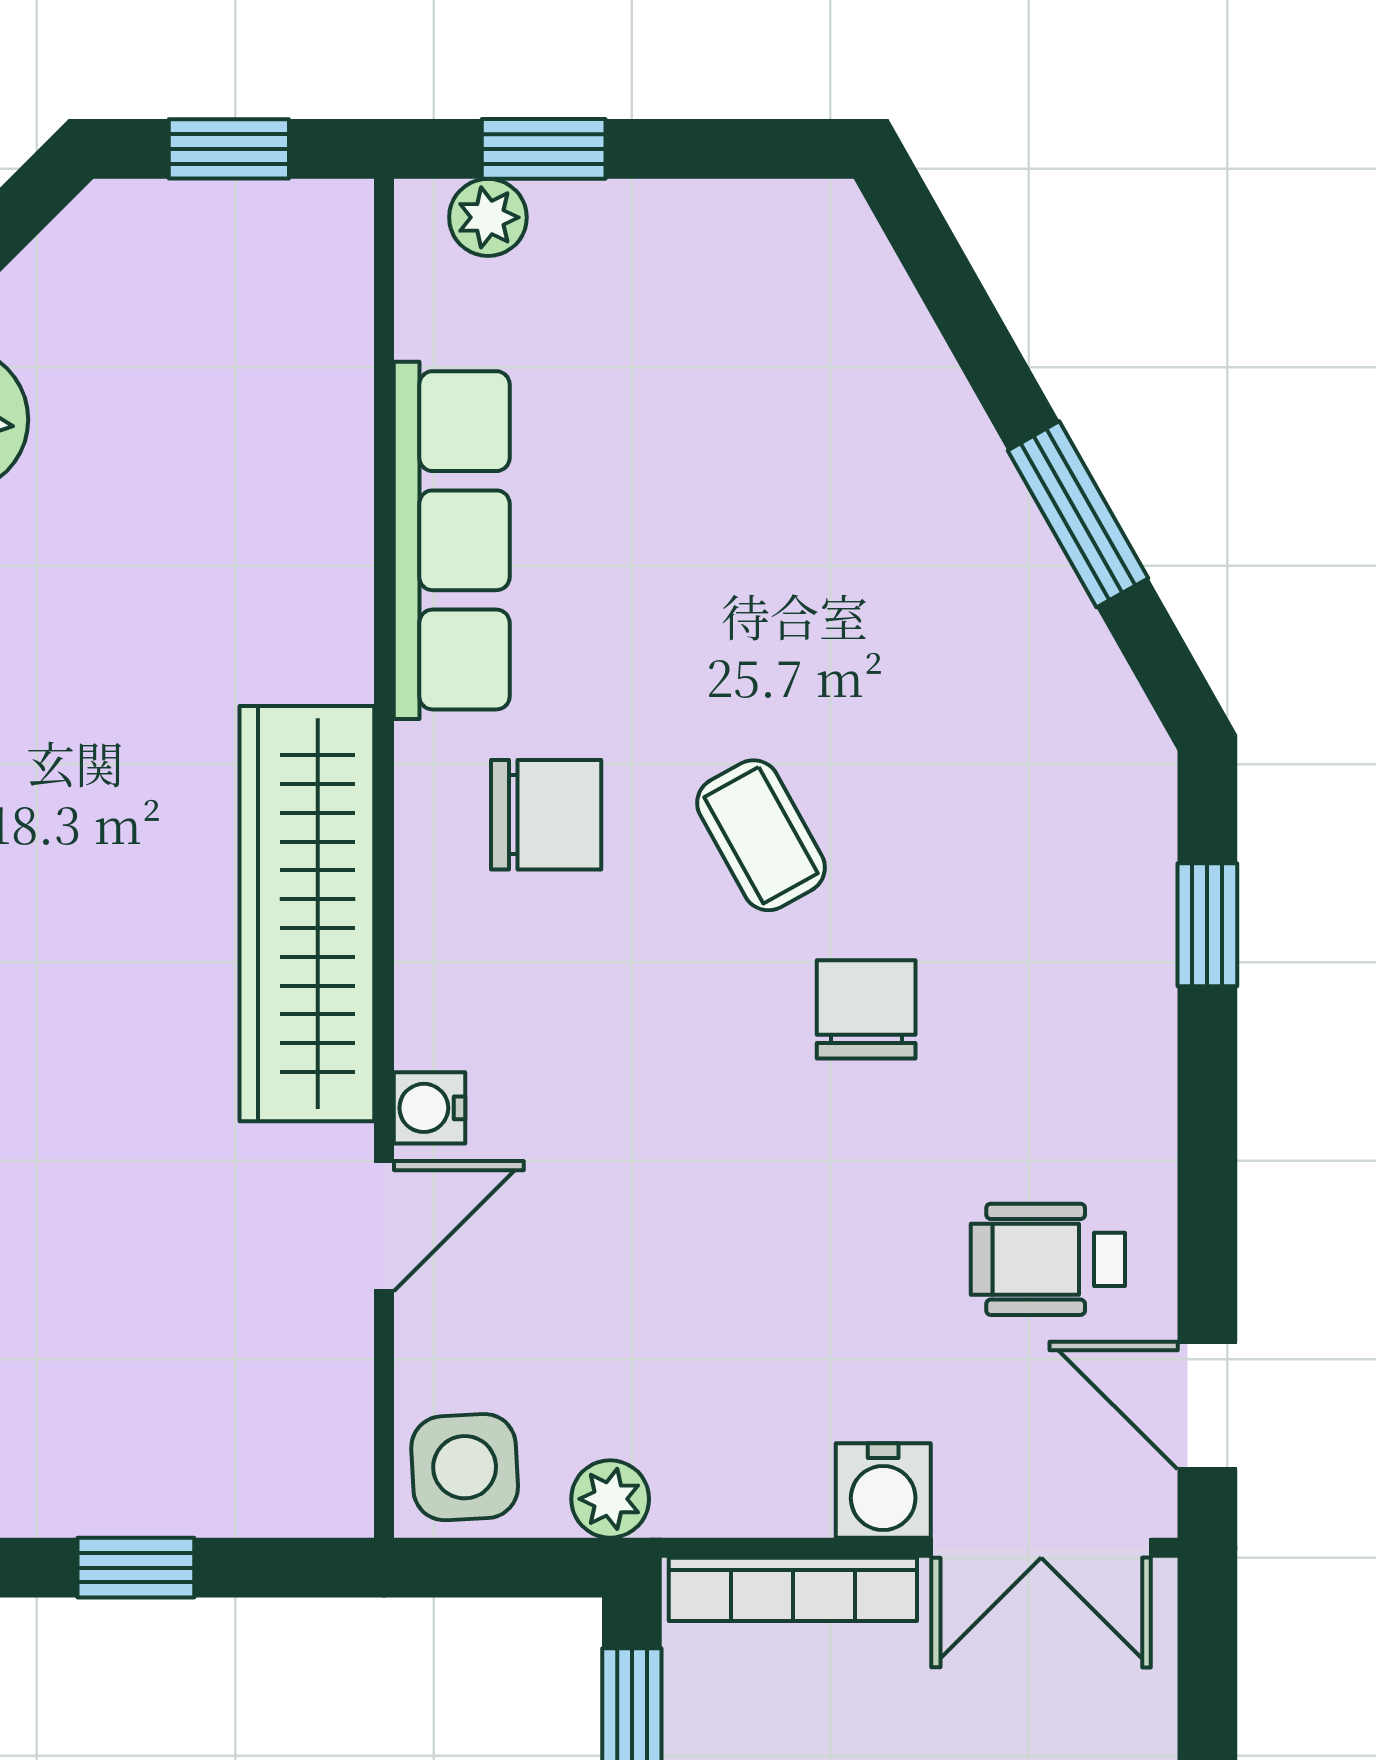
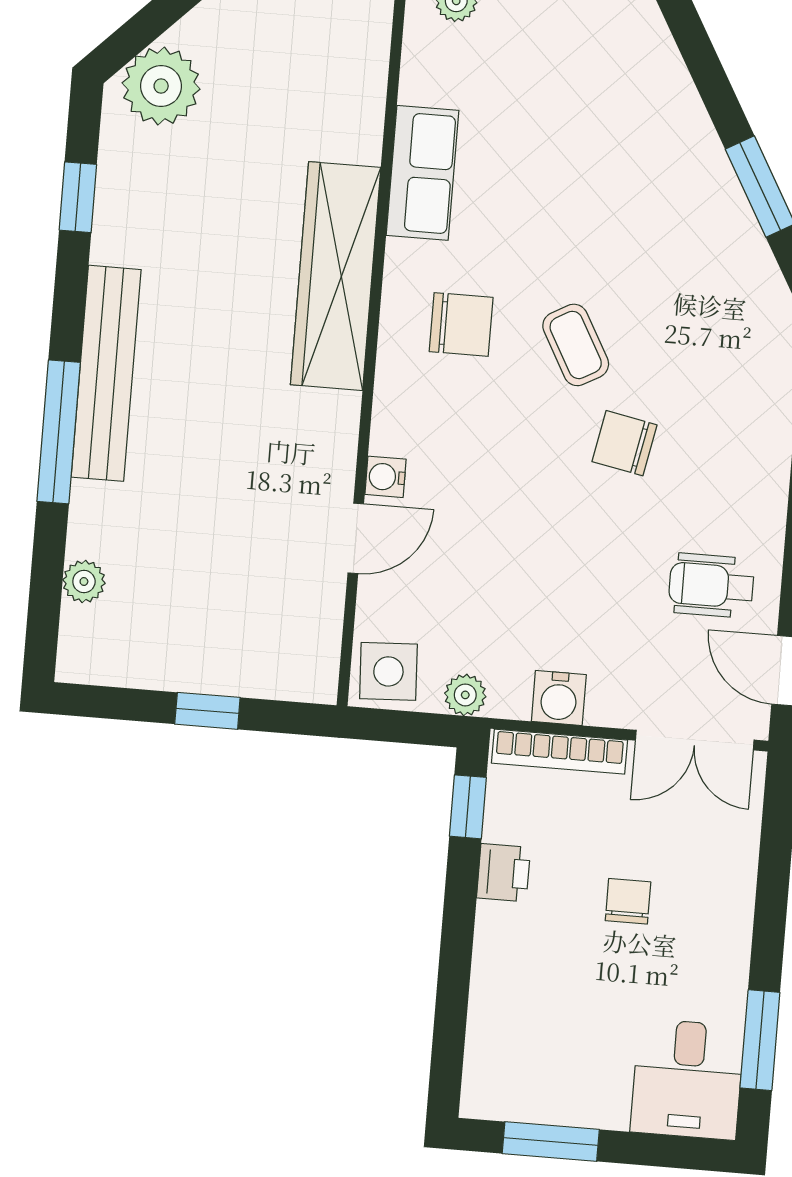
row of seats: (452, 540) -> (422, 173), width x0.68
wardrobe: (307, 914) -> (336, 276), moved
chair: (866, 1009) -> (624, 443), turned -79
water cooler: (883, 1490) -> (559, 698), moved

